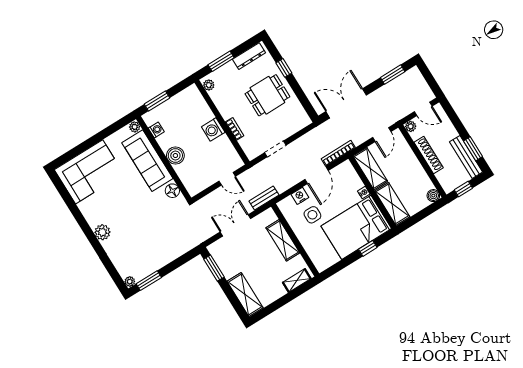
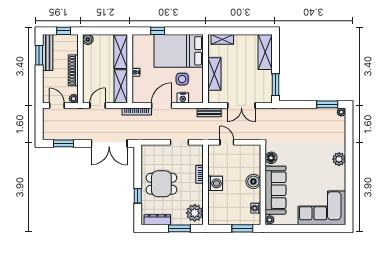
plant: (209, 85) -> (195, 213), width x1.88, depth x1.88
bed: (356, 227) -> (179, 51), moved, turned 180

